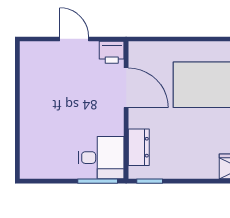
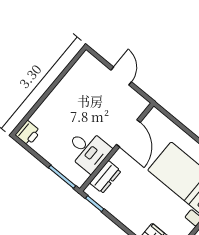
printer: (112, 52) -> (28, 133), moved, turned -90
desk: (101, 158) -> (88, 150), moved

